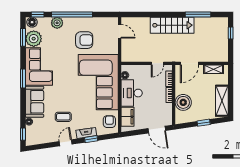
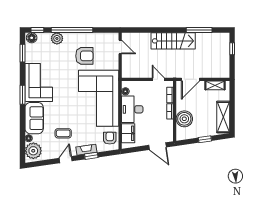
plant: (34, 39) -> (33, 151), moved
door: (157, 63) -> (158, 79), swing flipped
window: (23, 134) -> (23, 151), removed

